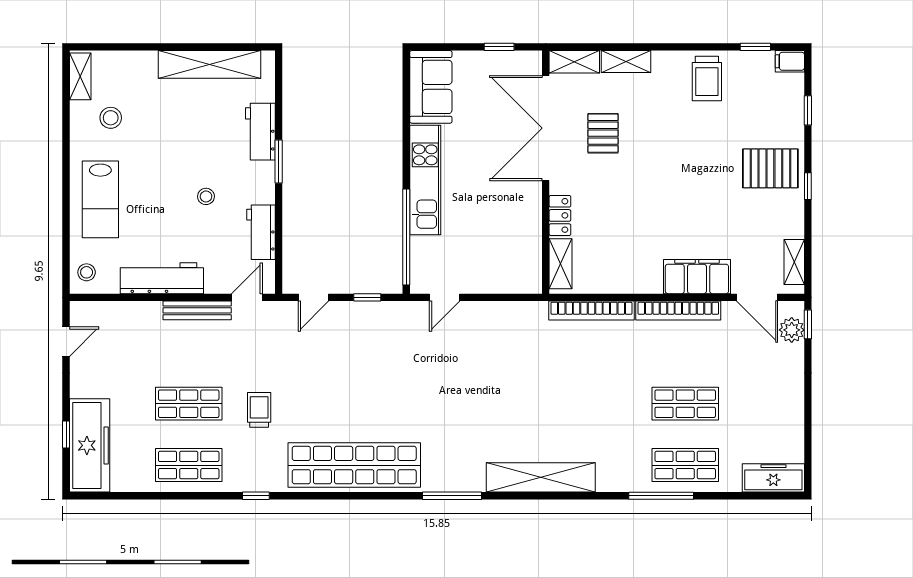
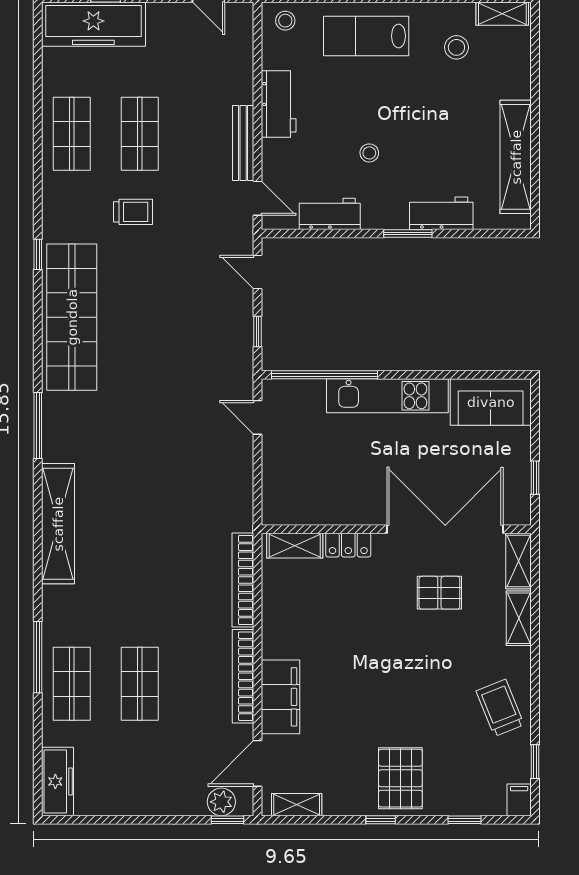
trolley: (707, 78) -> (500, 708), turned 68
workbench: (162, 278) -> (279, 104), width x0.73
window: (256, 496) -> (38, 254), moved

